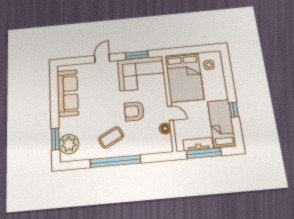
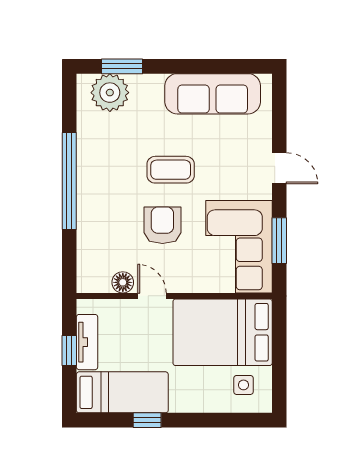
door: (170, 113) -> (152, 296), swing flipped
coffee table: (111, 137) -> (171, 170), moved, turned -63
window: (204, 153) -> (69, 351), width x0.46

